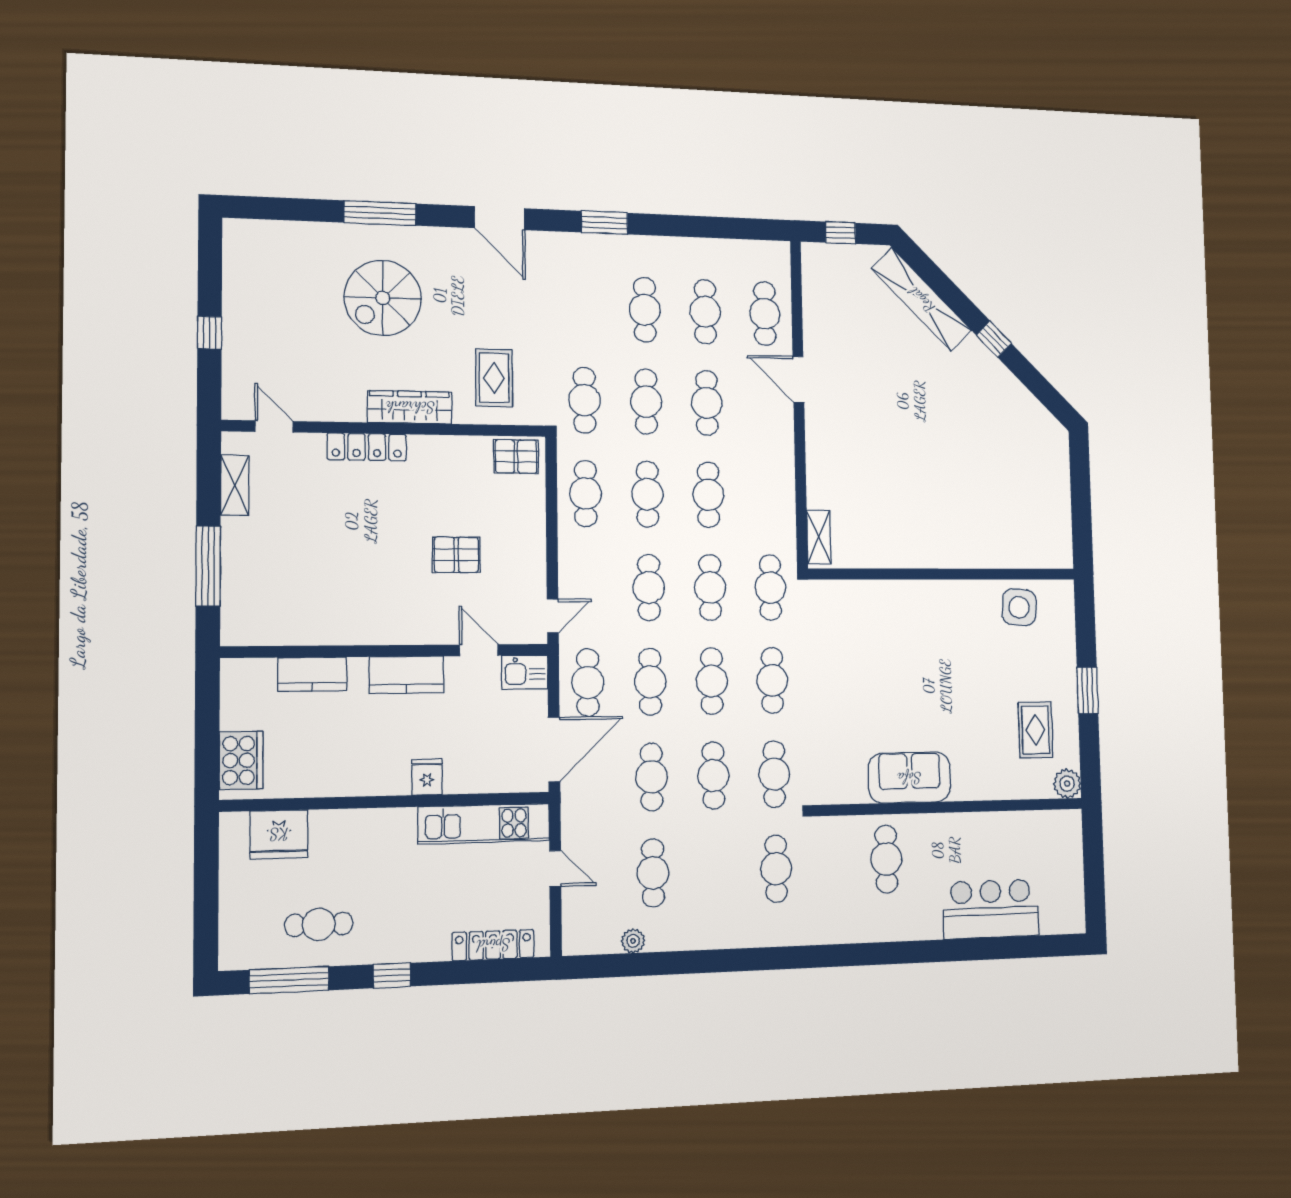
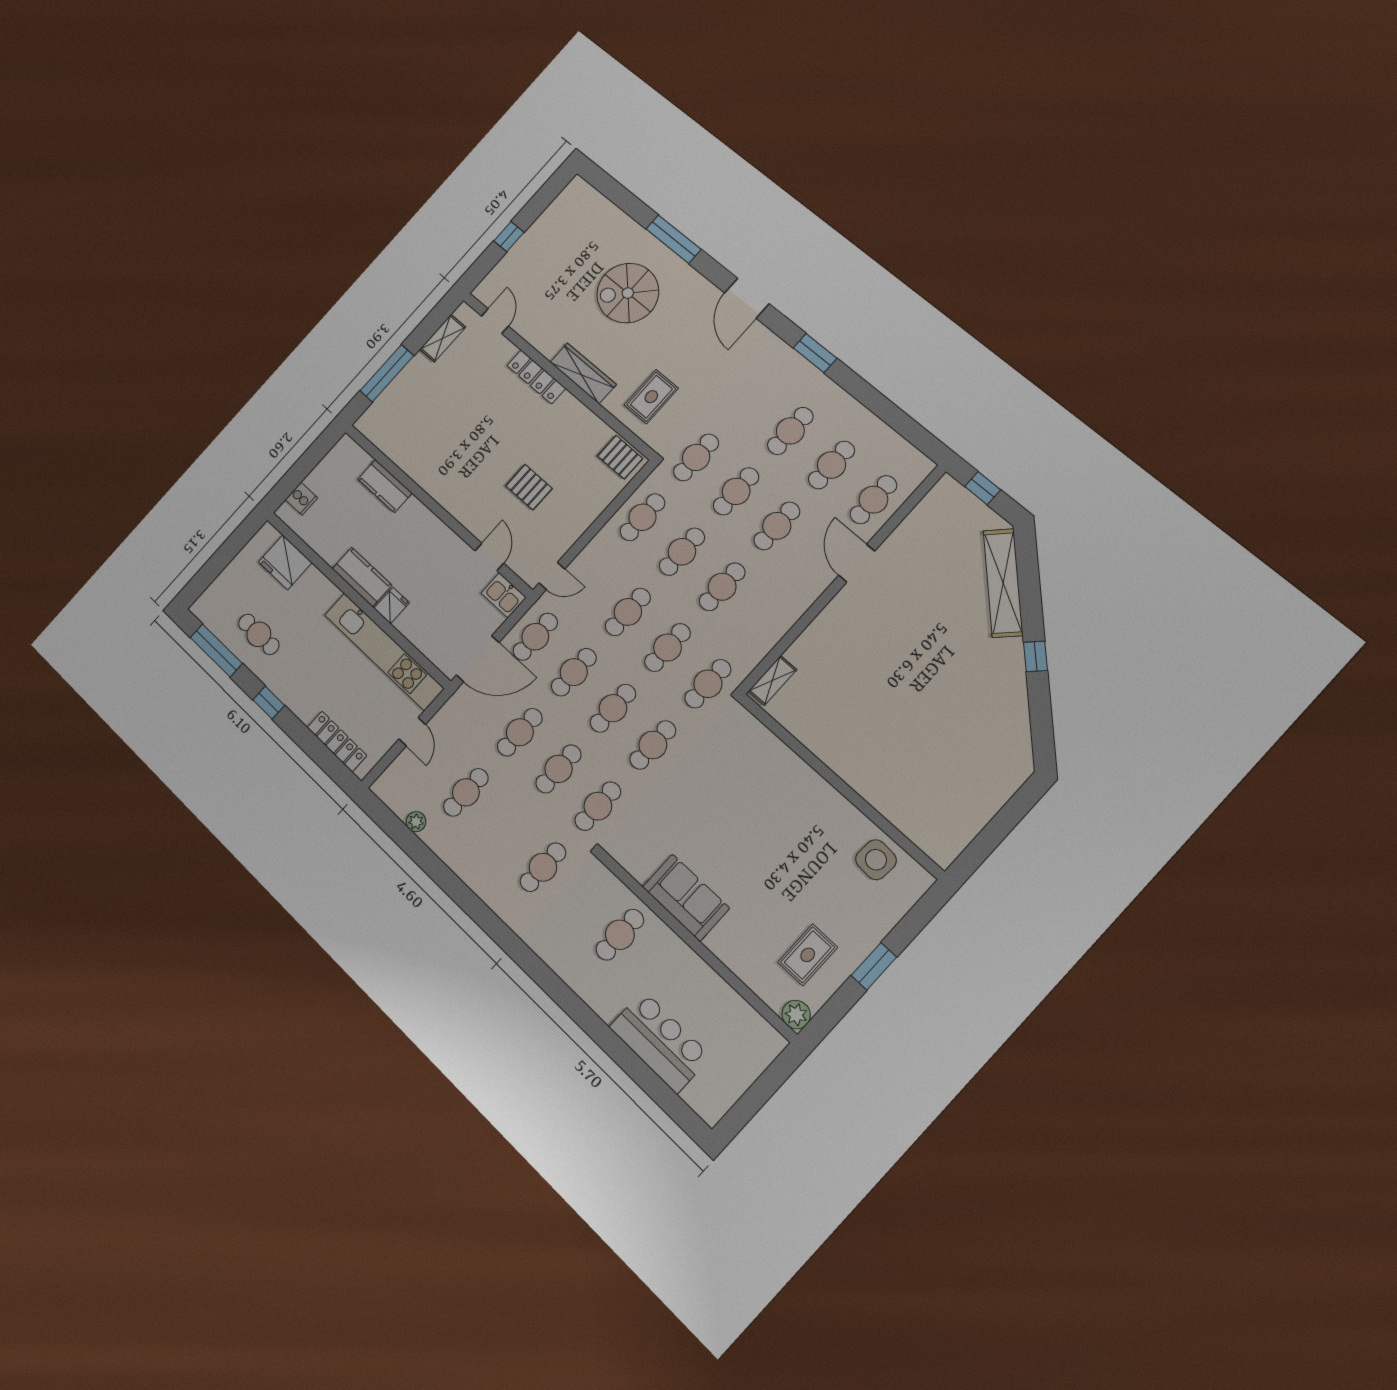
kitchen counter: (407, 675) -> (362, 577), moved, turned 180
cooker: (241, 760) -> (302, 499), width x0.53, depth x0.76
kitchen unit: (484, 824) -> (384, 652), width x1.36

